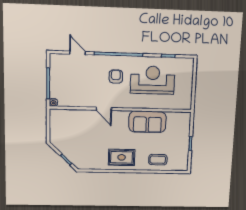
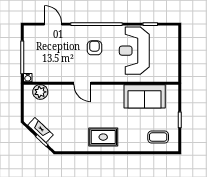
reception desk: (153, 80) -> (134, 51), turned -90
plant: (65, 116) -> (40, 92), added
sofa: (147, 122) -> (145, 96), moved
fireplace: (65, 150) -> (40, 130), added
coffee table: (158, 160) -> (158, 137), moved

